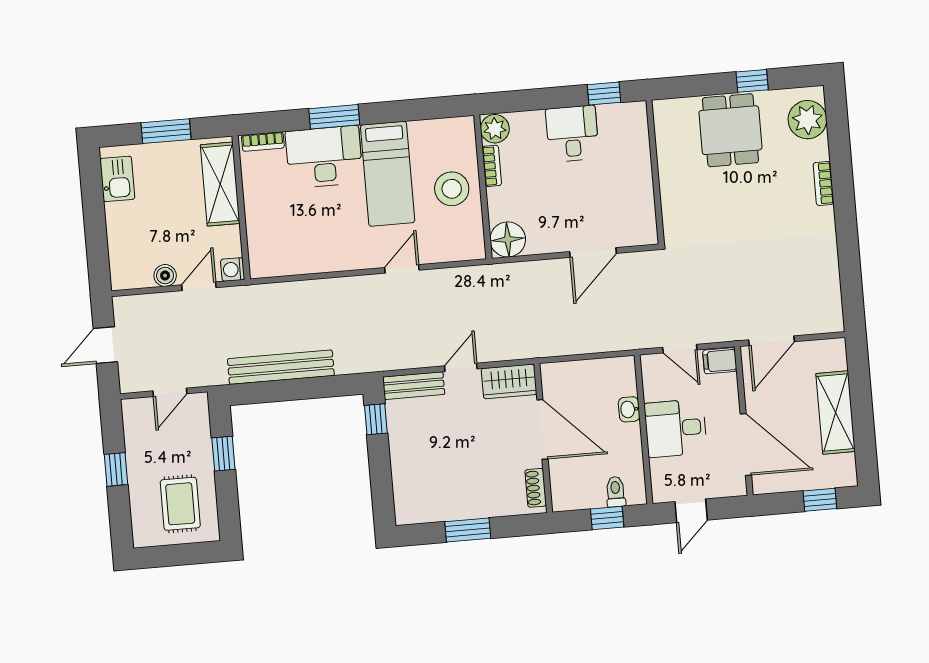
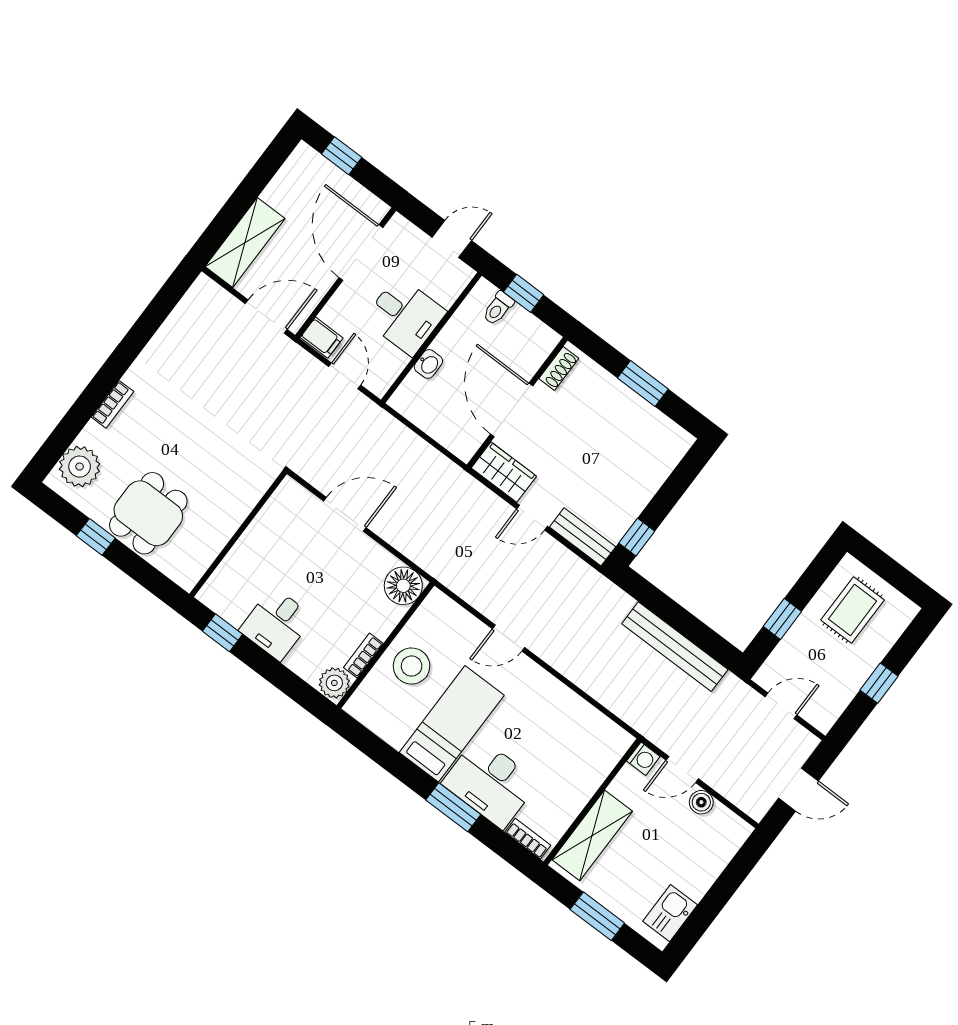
shelving: (836, 413) -> (245, 243), moved

